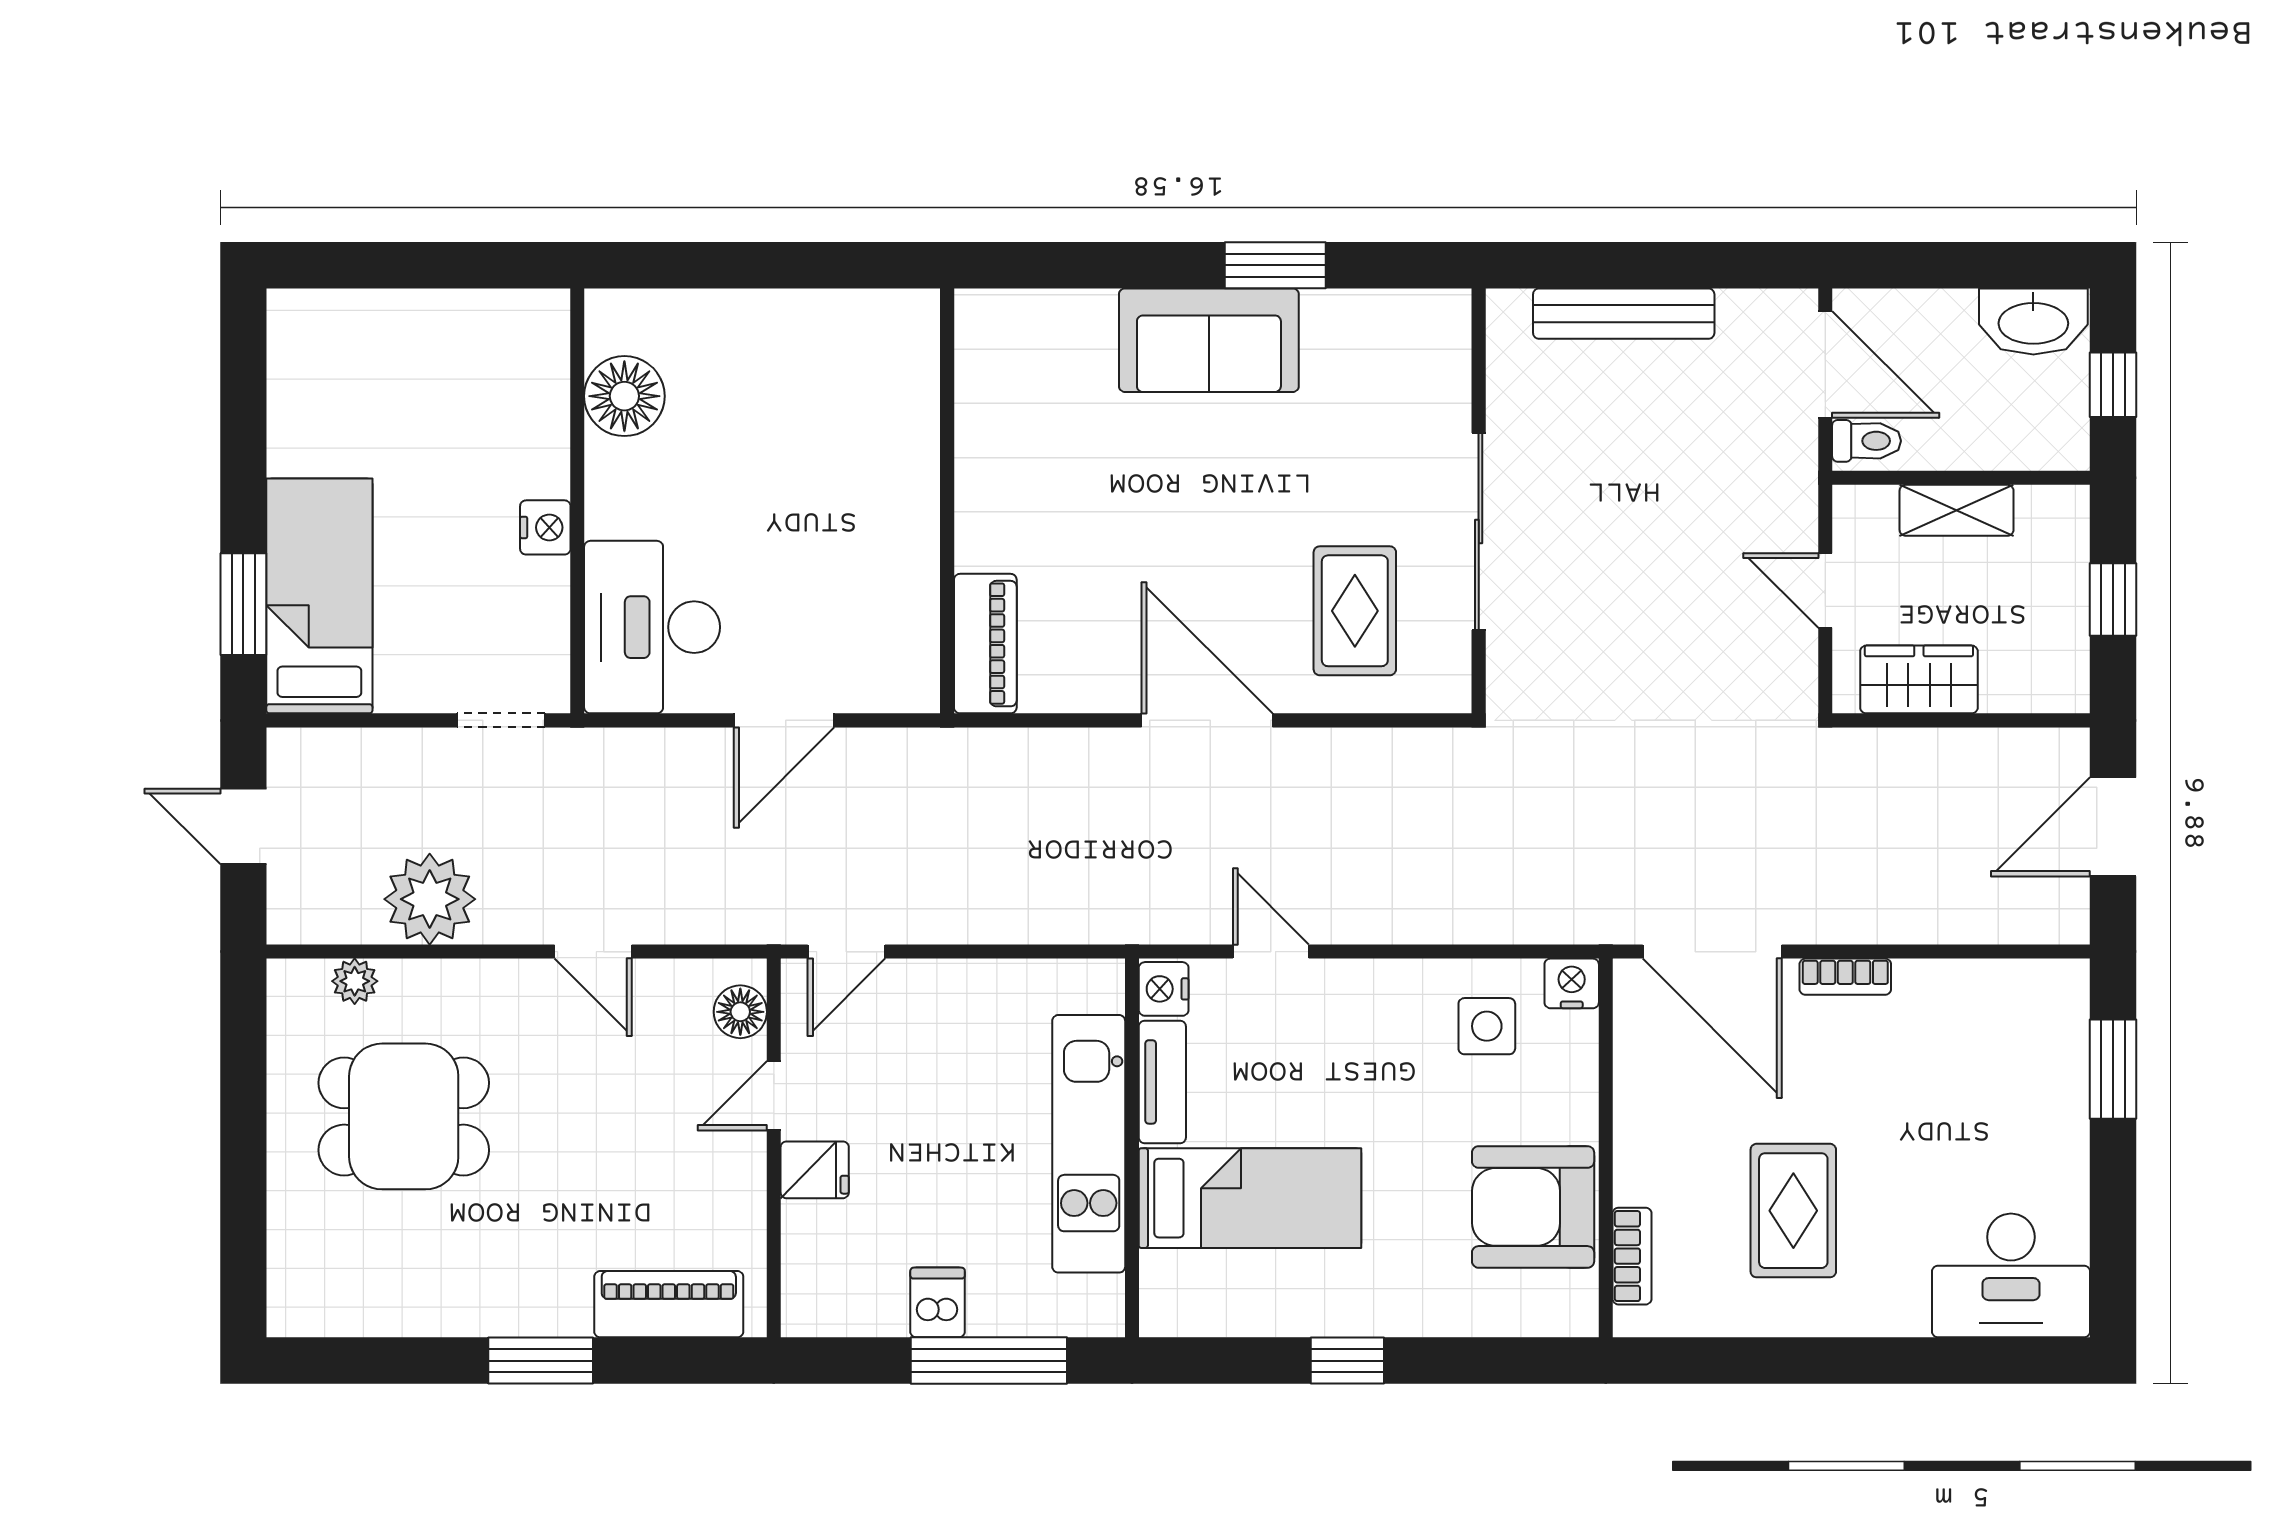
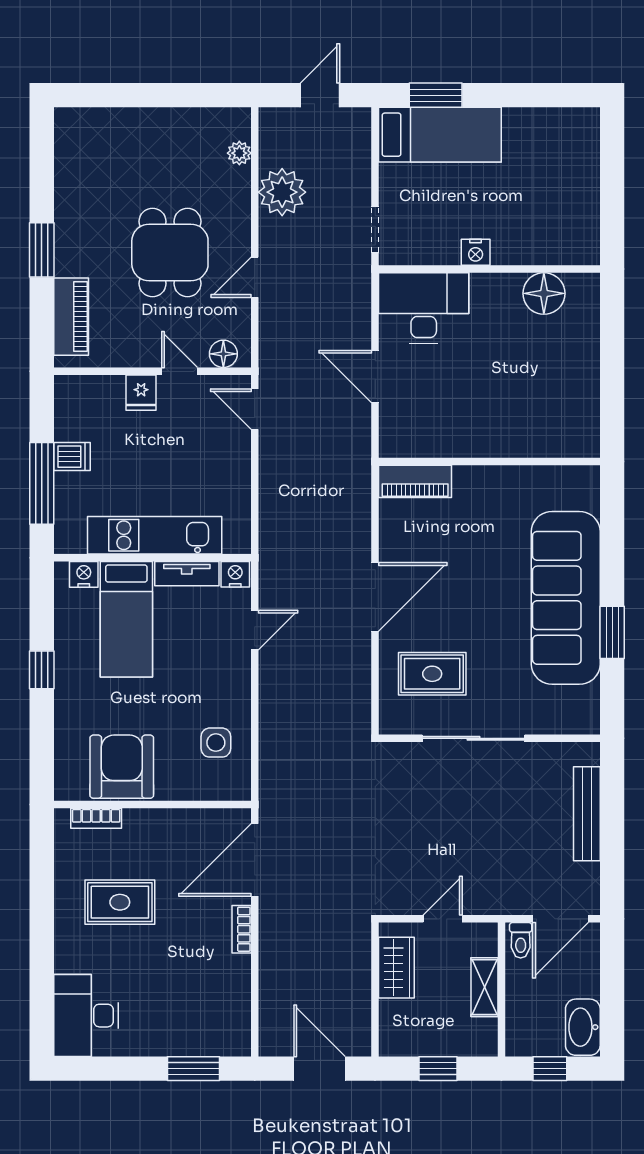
sofa: (1209, 340) -> (566, 598), width x1.85, depth x1.27
nightstand: (1572, 983) -> (84, 574), moved, turned -90
dining table: (404, 1116) -> (170, 253), moved

